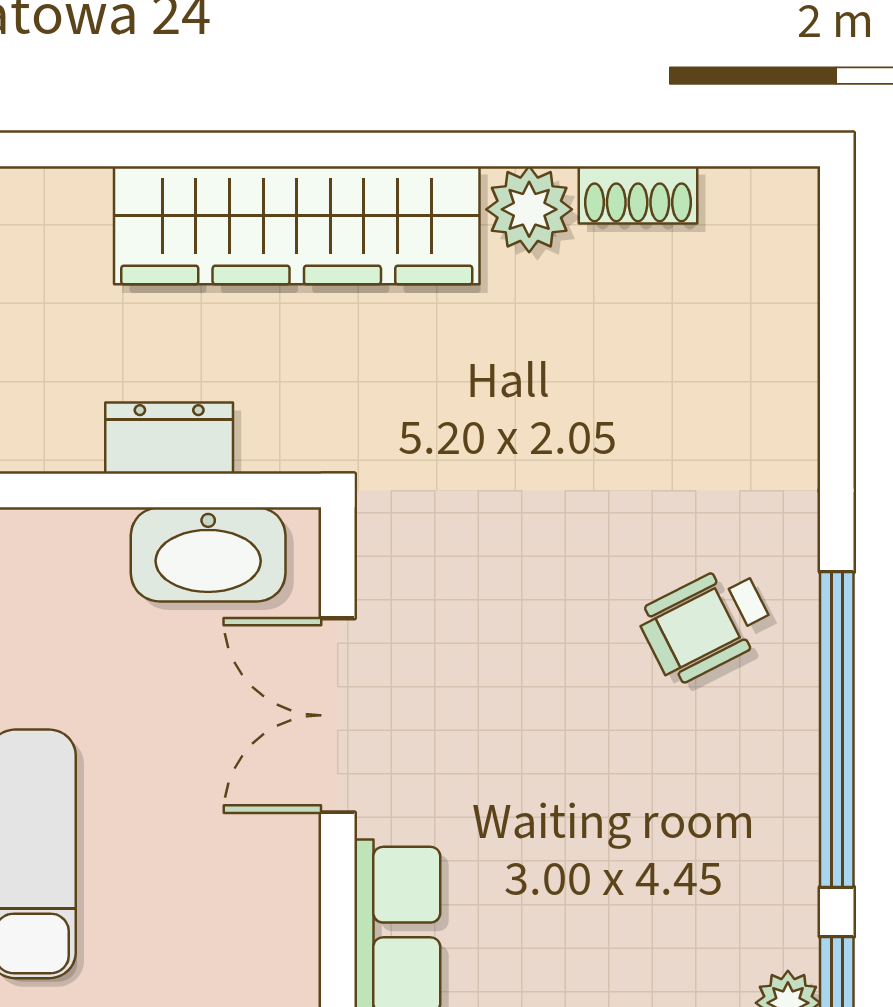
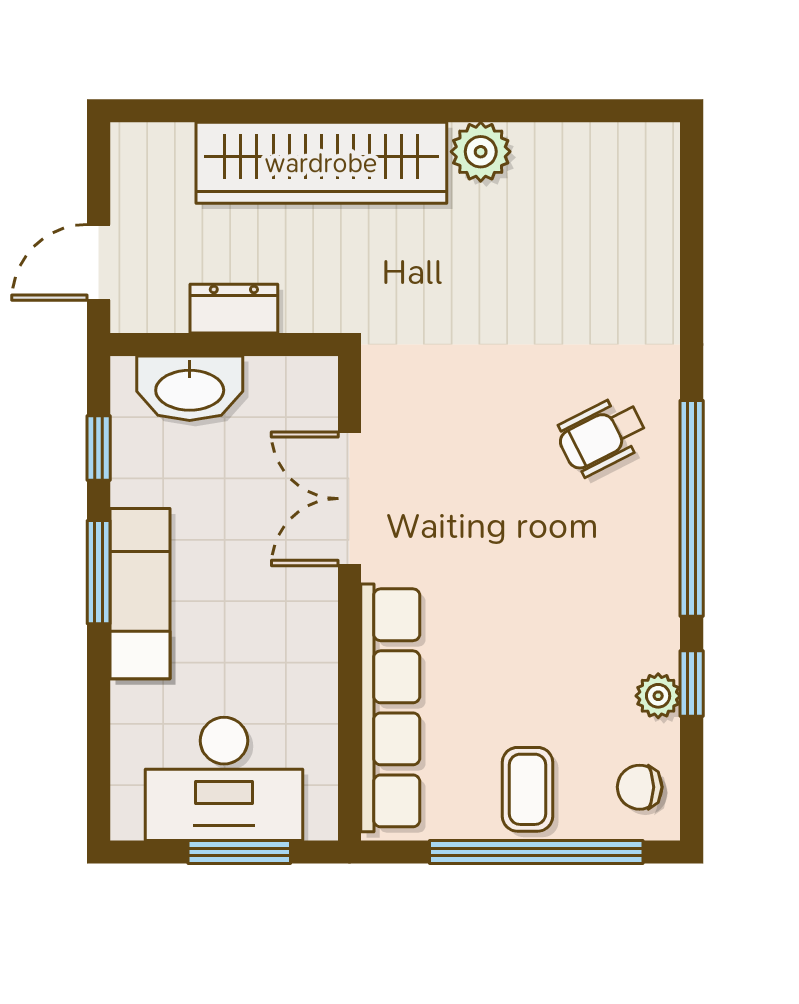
shoe rack: (638, 195) -> (555, 142), removed
washbasin: (208, 554) -> (190, 388), moved

